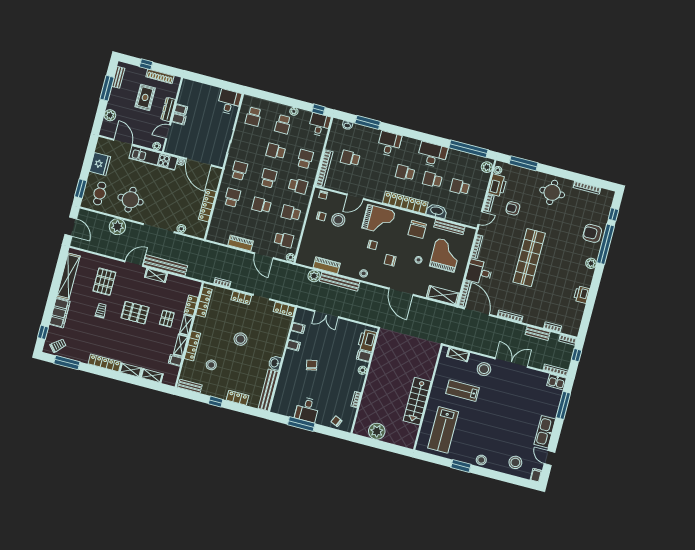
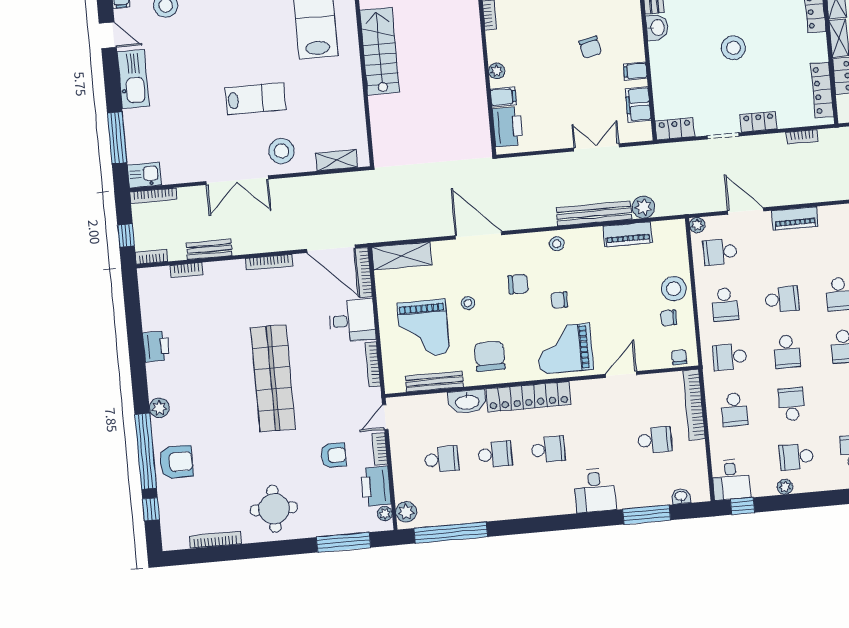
school desk: (283, 124) -> (796, 457), turned -90
school desk: (276, 151) -> (792, 404), turned -90
desk: (432, 155) -> (511, 499), removed
school desk: (291, 213) -> (725, 304), turned 90
stool: (338, 220) -> (674, 289), moved
filing cabinet: (298, 328) -> (638, 104), width x2.00
lab bench: (463, 391) -> (255, 99), moved

